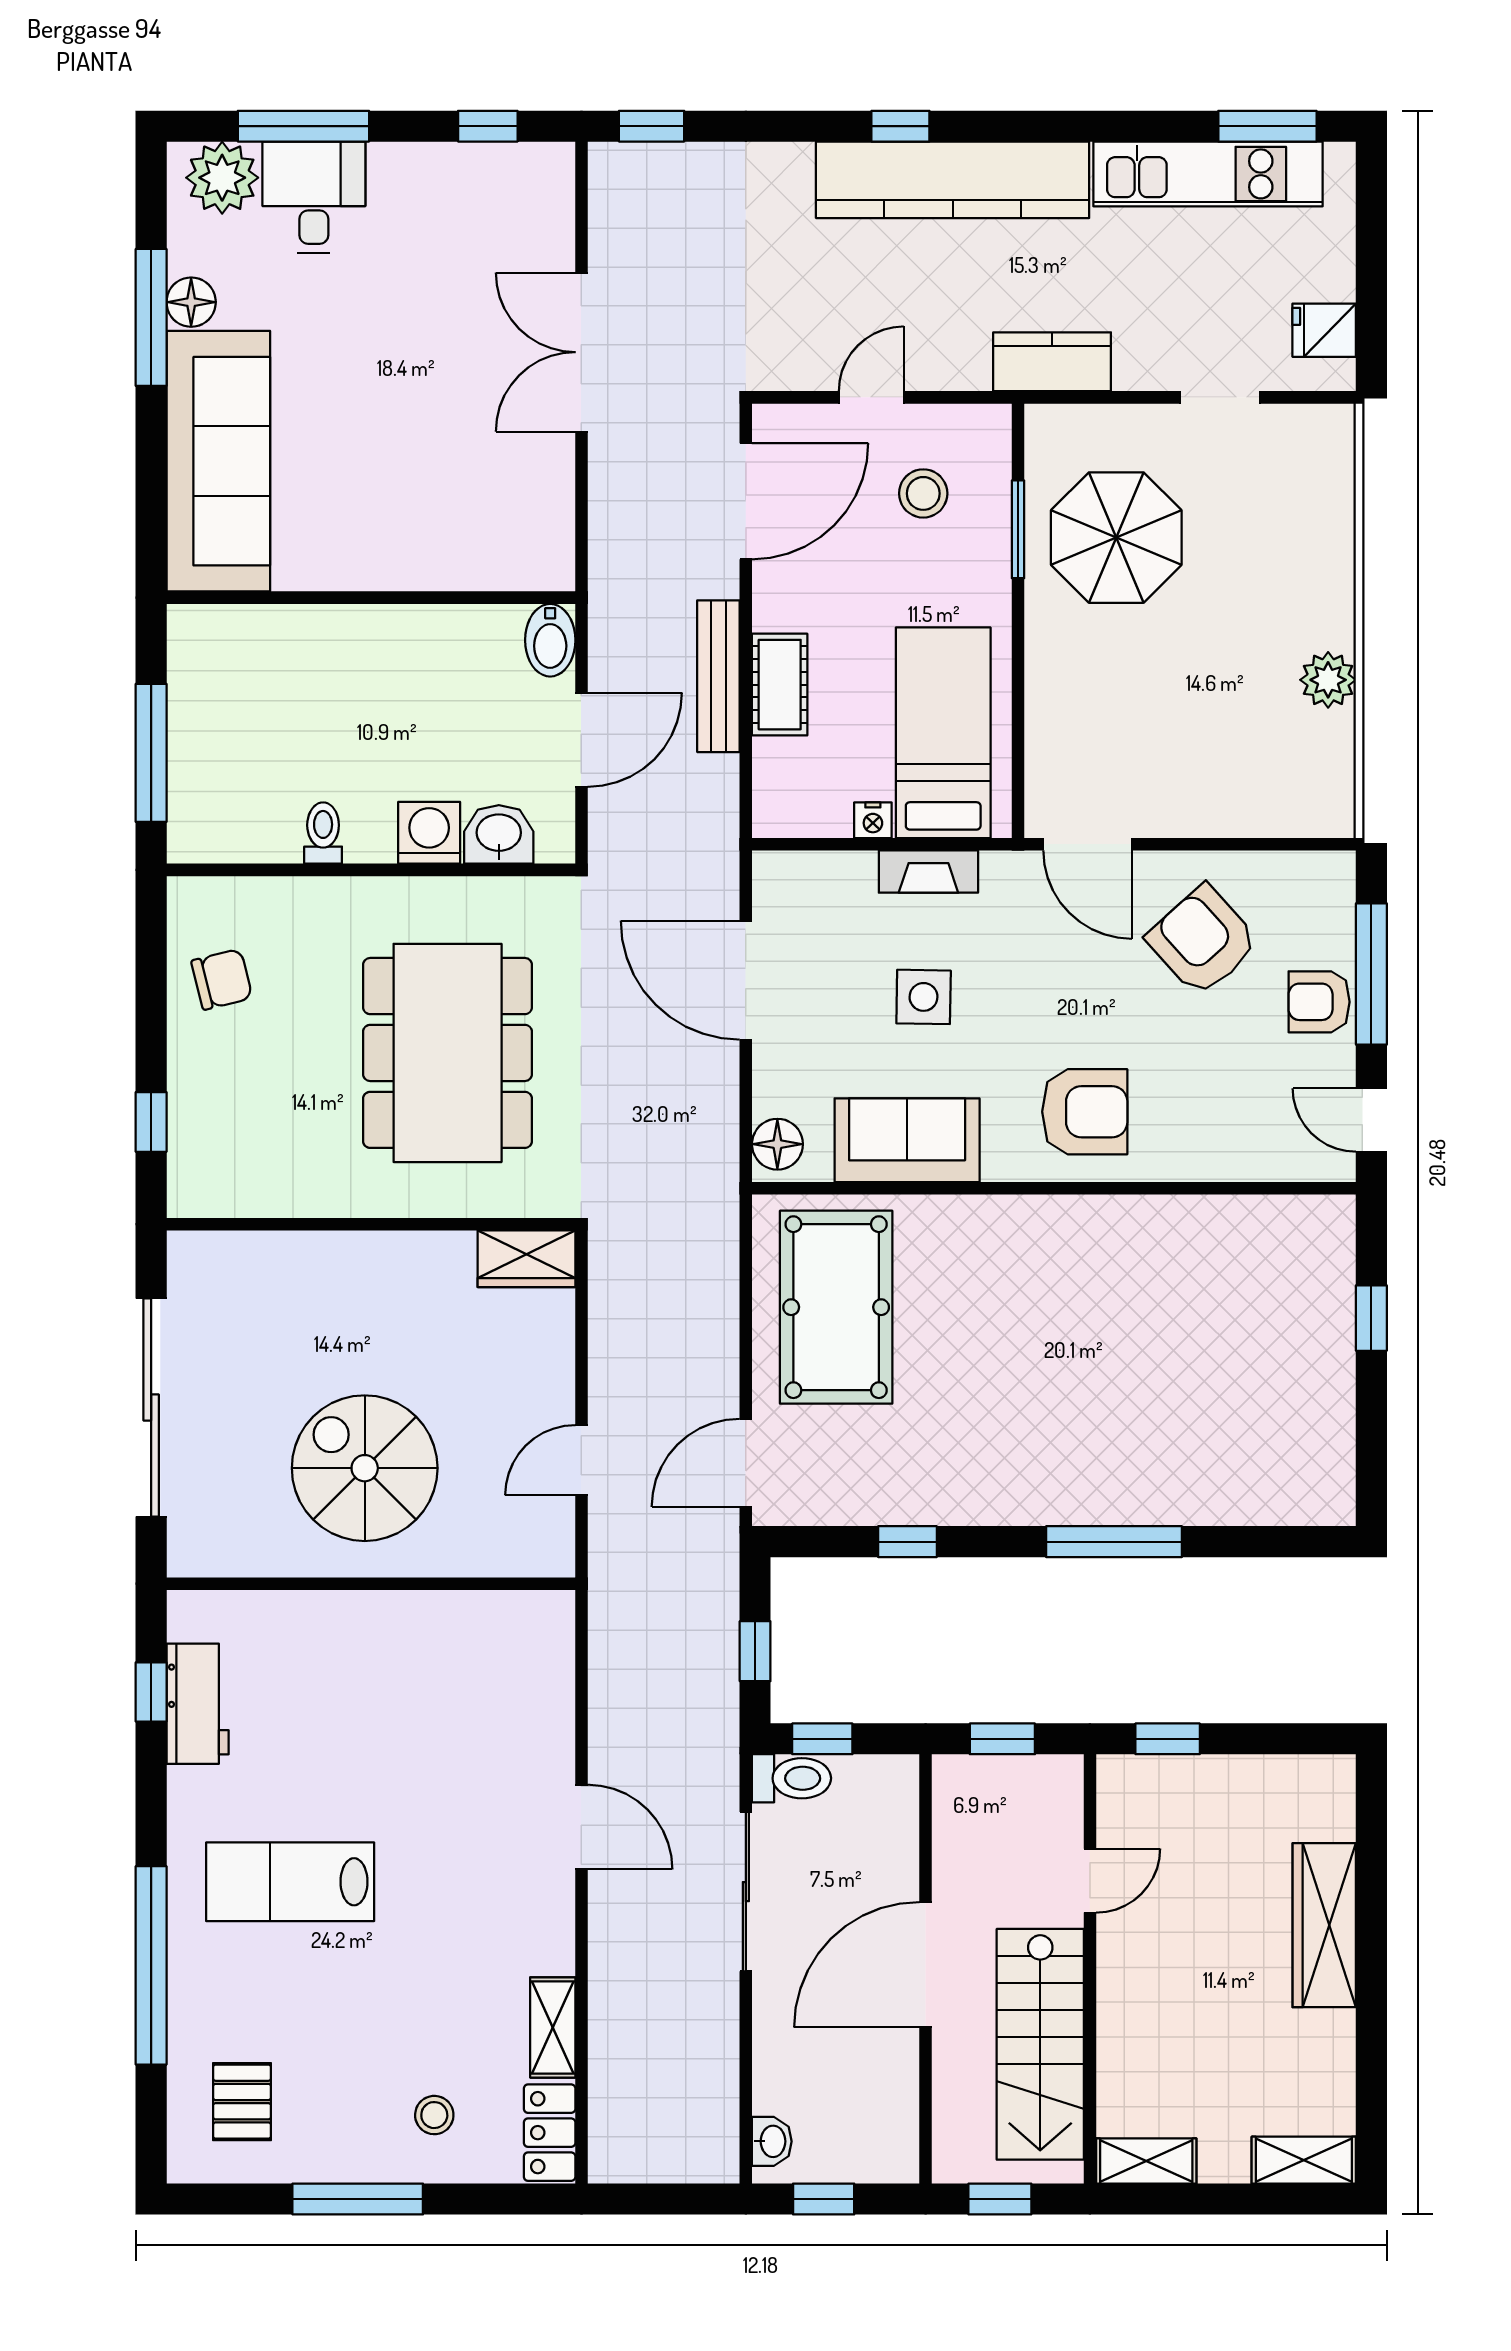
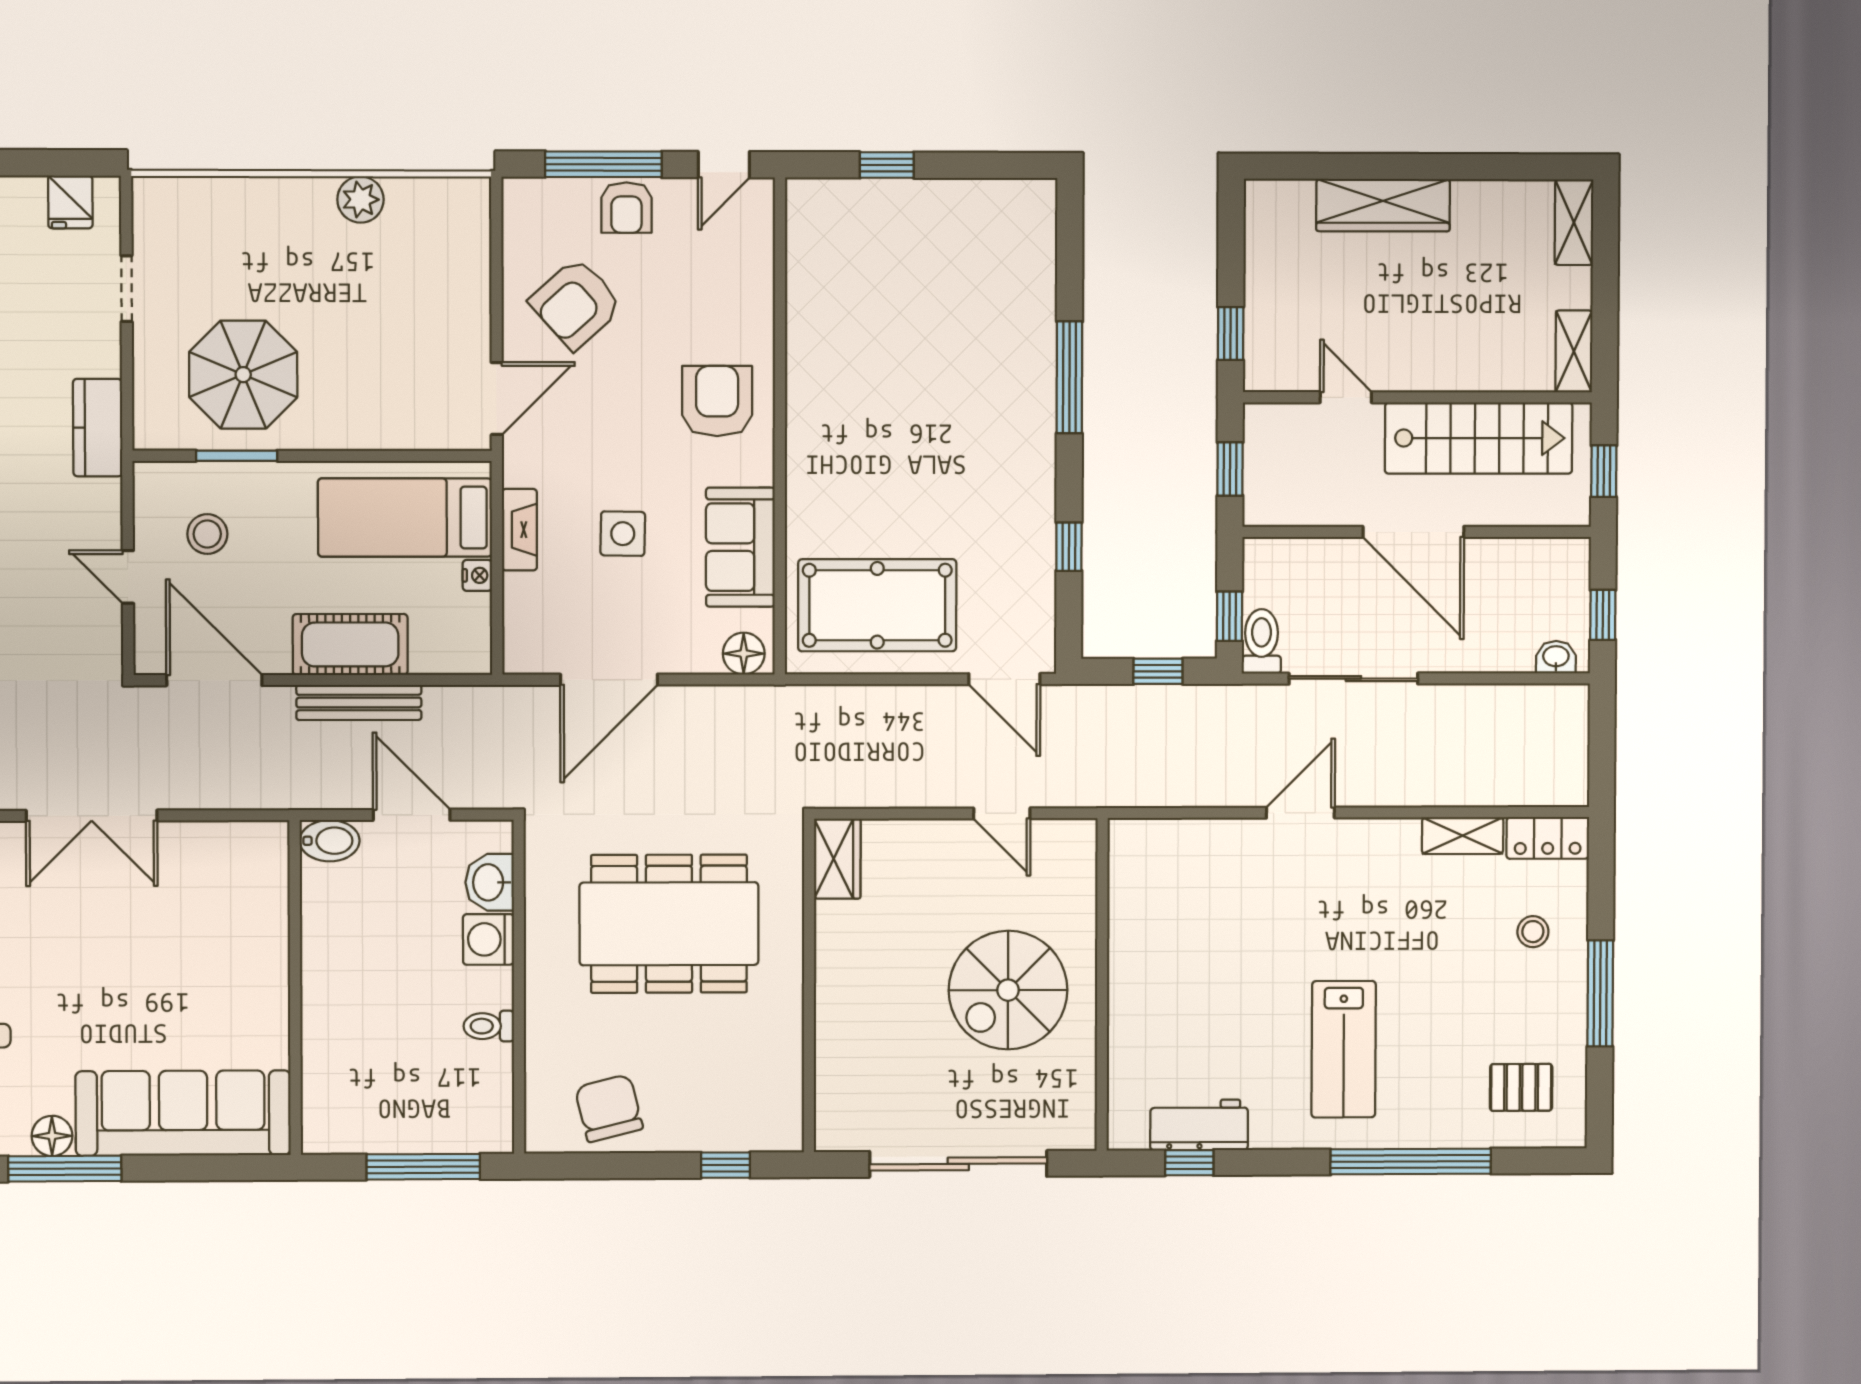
cot: (780, 685) -> (350, 644), width x1.37, depth x1.34
chair: (222, 979) -> (609, 1108), width x1.37, depth x1.37

